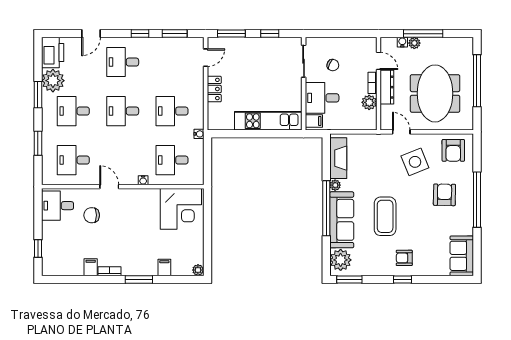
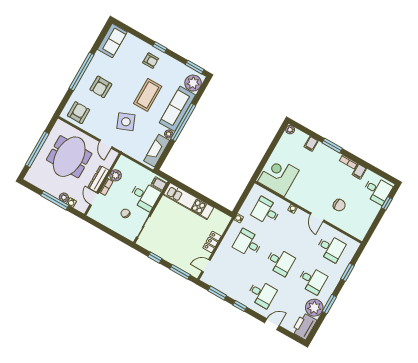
desk: (172, 111) -> (248, 243), turned 180
desk: (172, 160) -> (266, 211), turned 180
side table: (415, 162) -> (126, 122), moved
desk: (57, 206) -> (377, 190), moved

